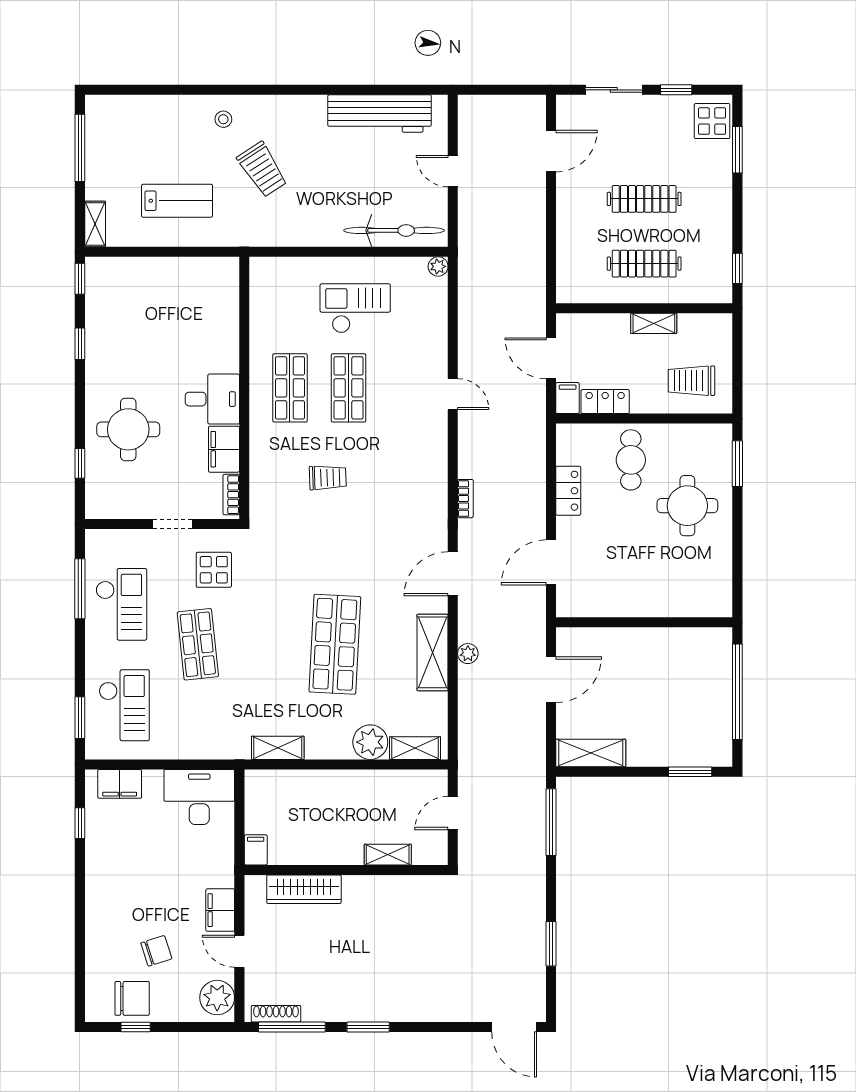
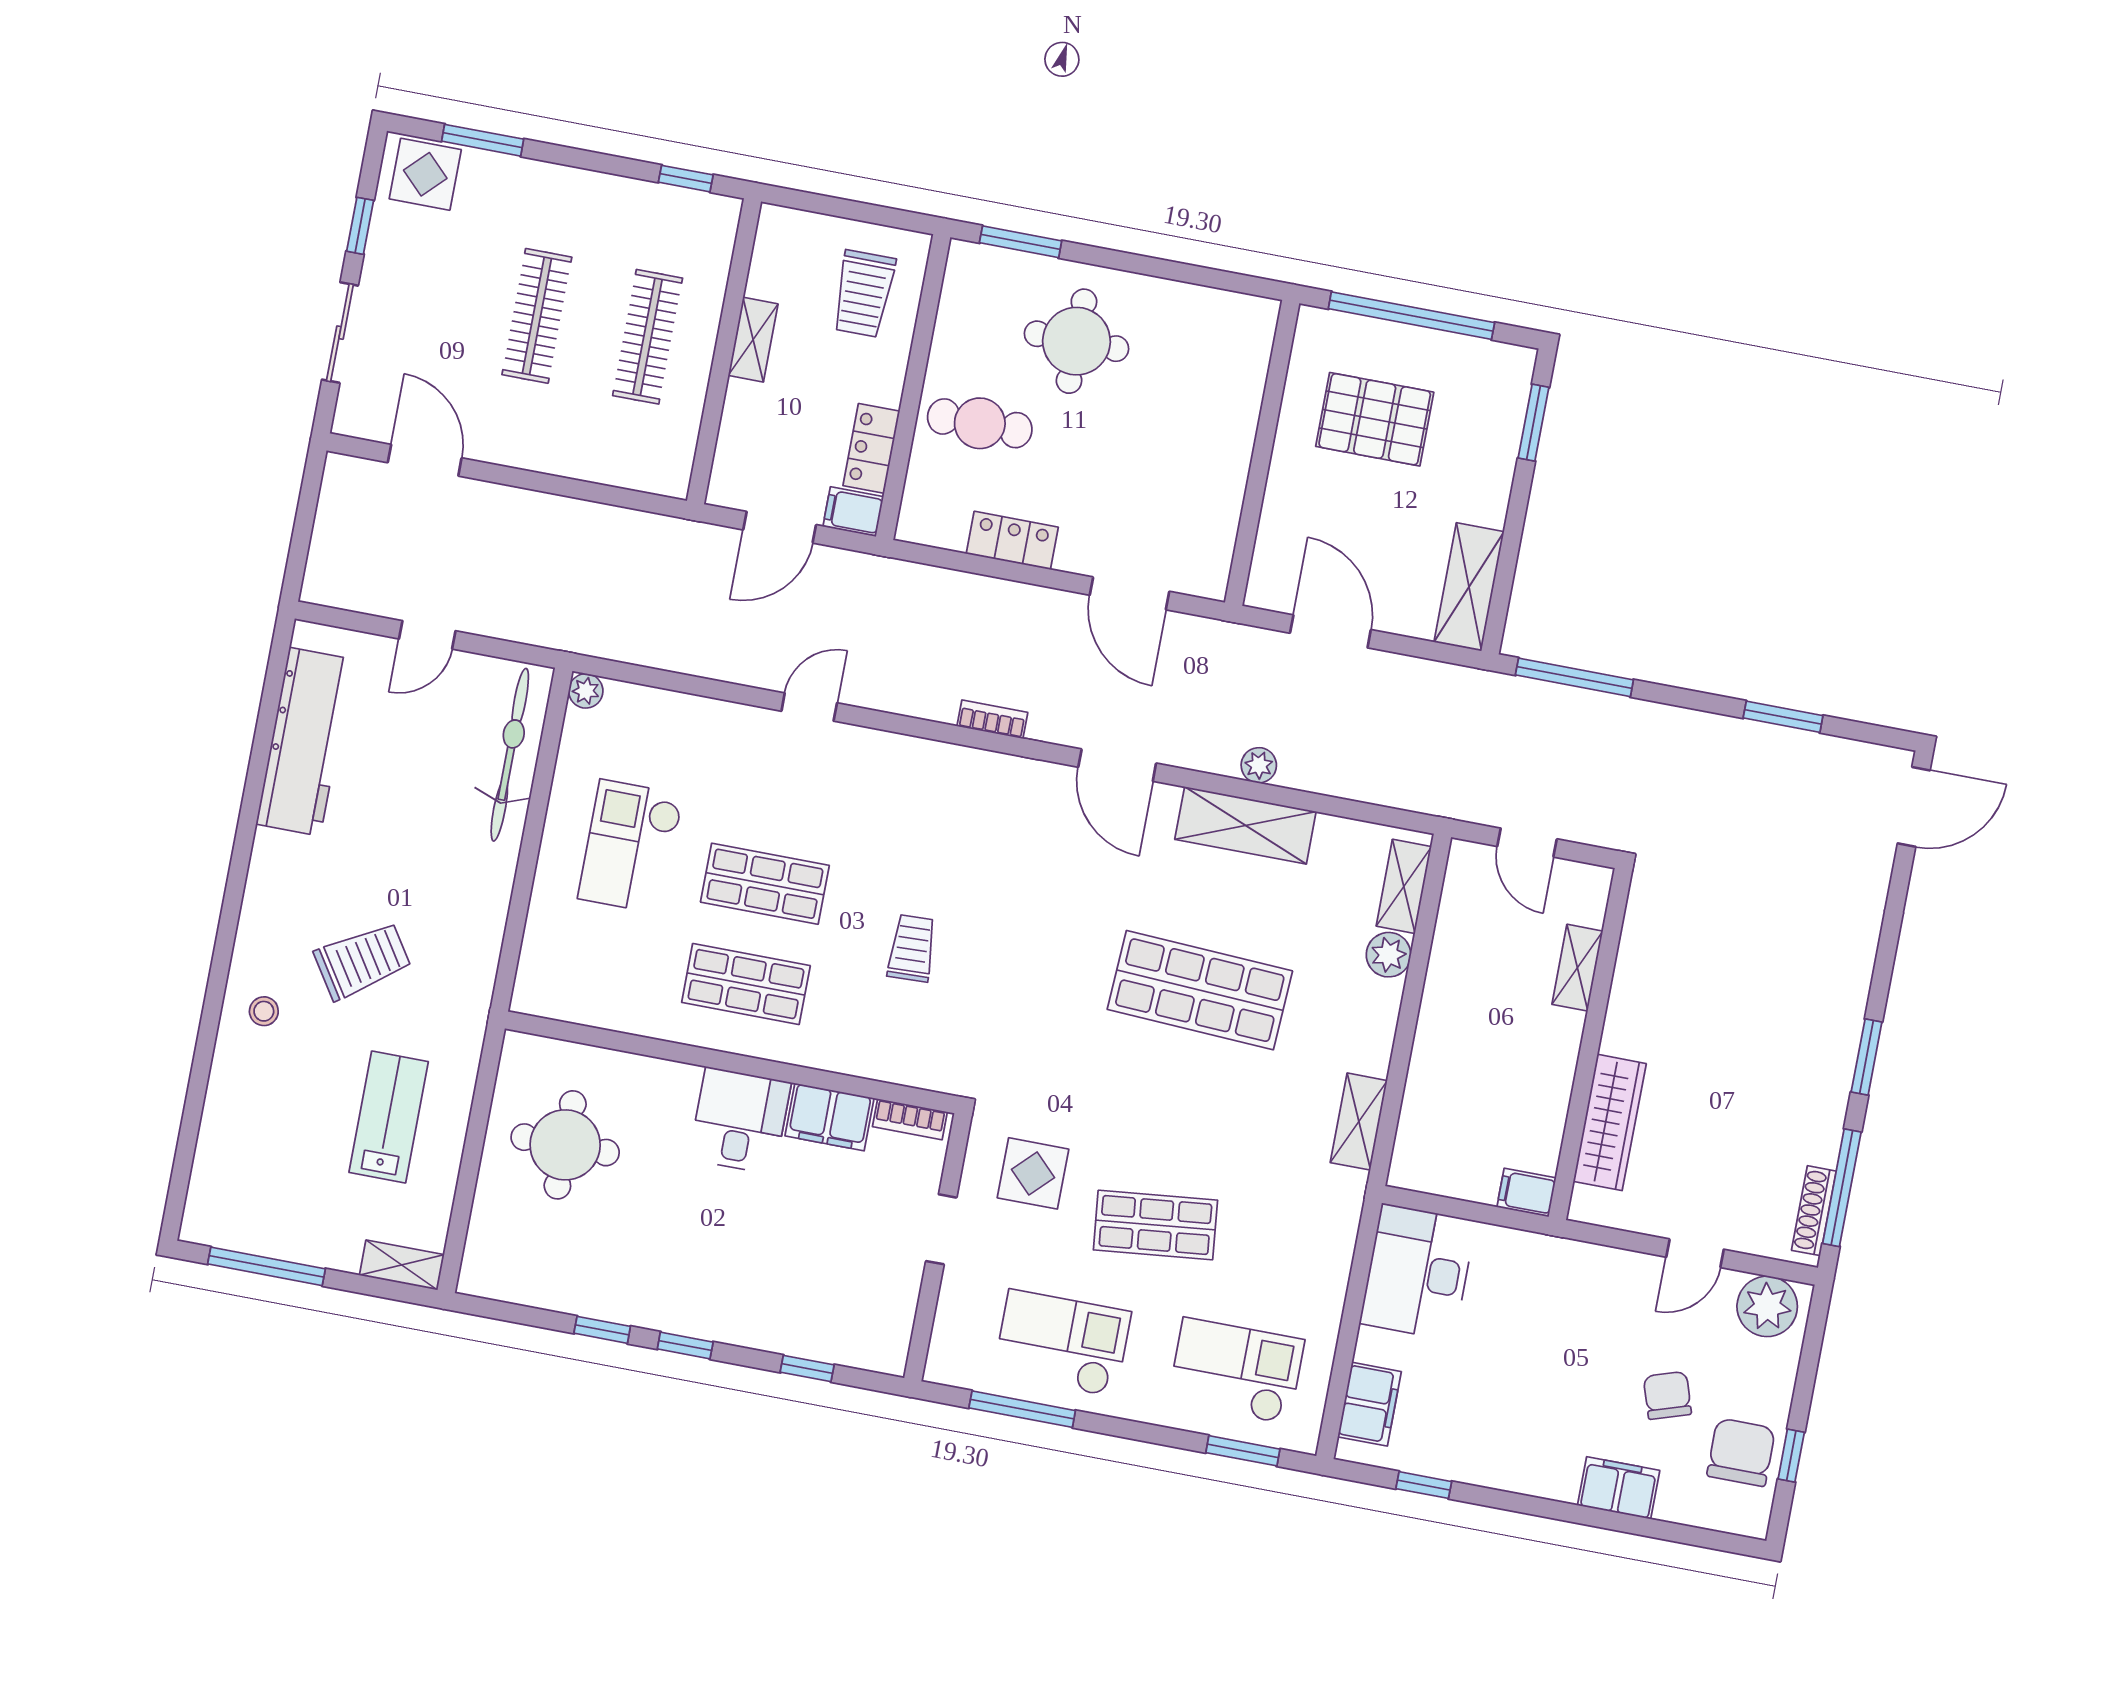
window: (80, 279) -> (685, 1345), moved
round table: (128, 429) -> (565, 1145), moved
pallet: (675, 682) -> (1375, 419), added
plant: (370, 742) -> (1389, 955), width x0.73, depth x0.73
filing cabinet: (220, 910) -> (1619, 1488), moved, turned 180

